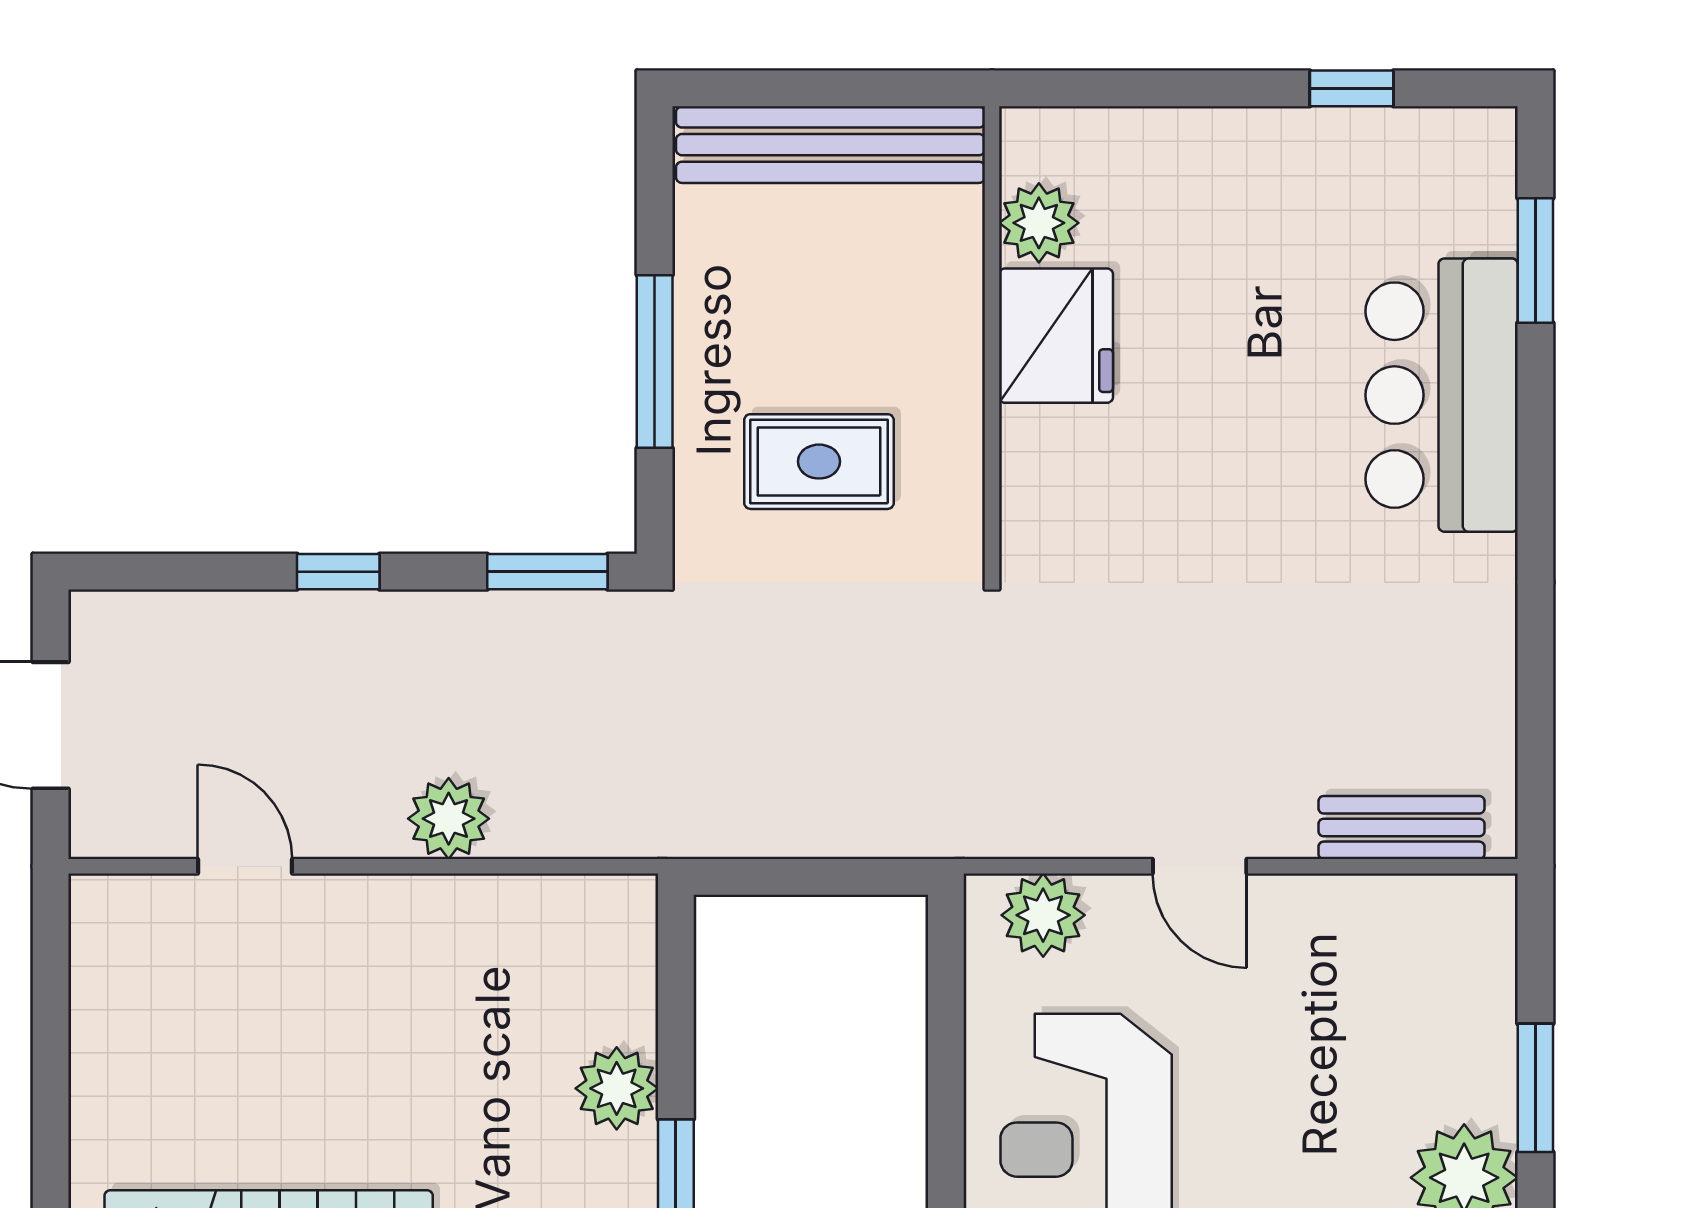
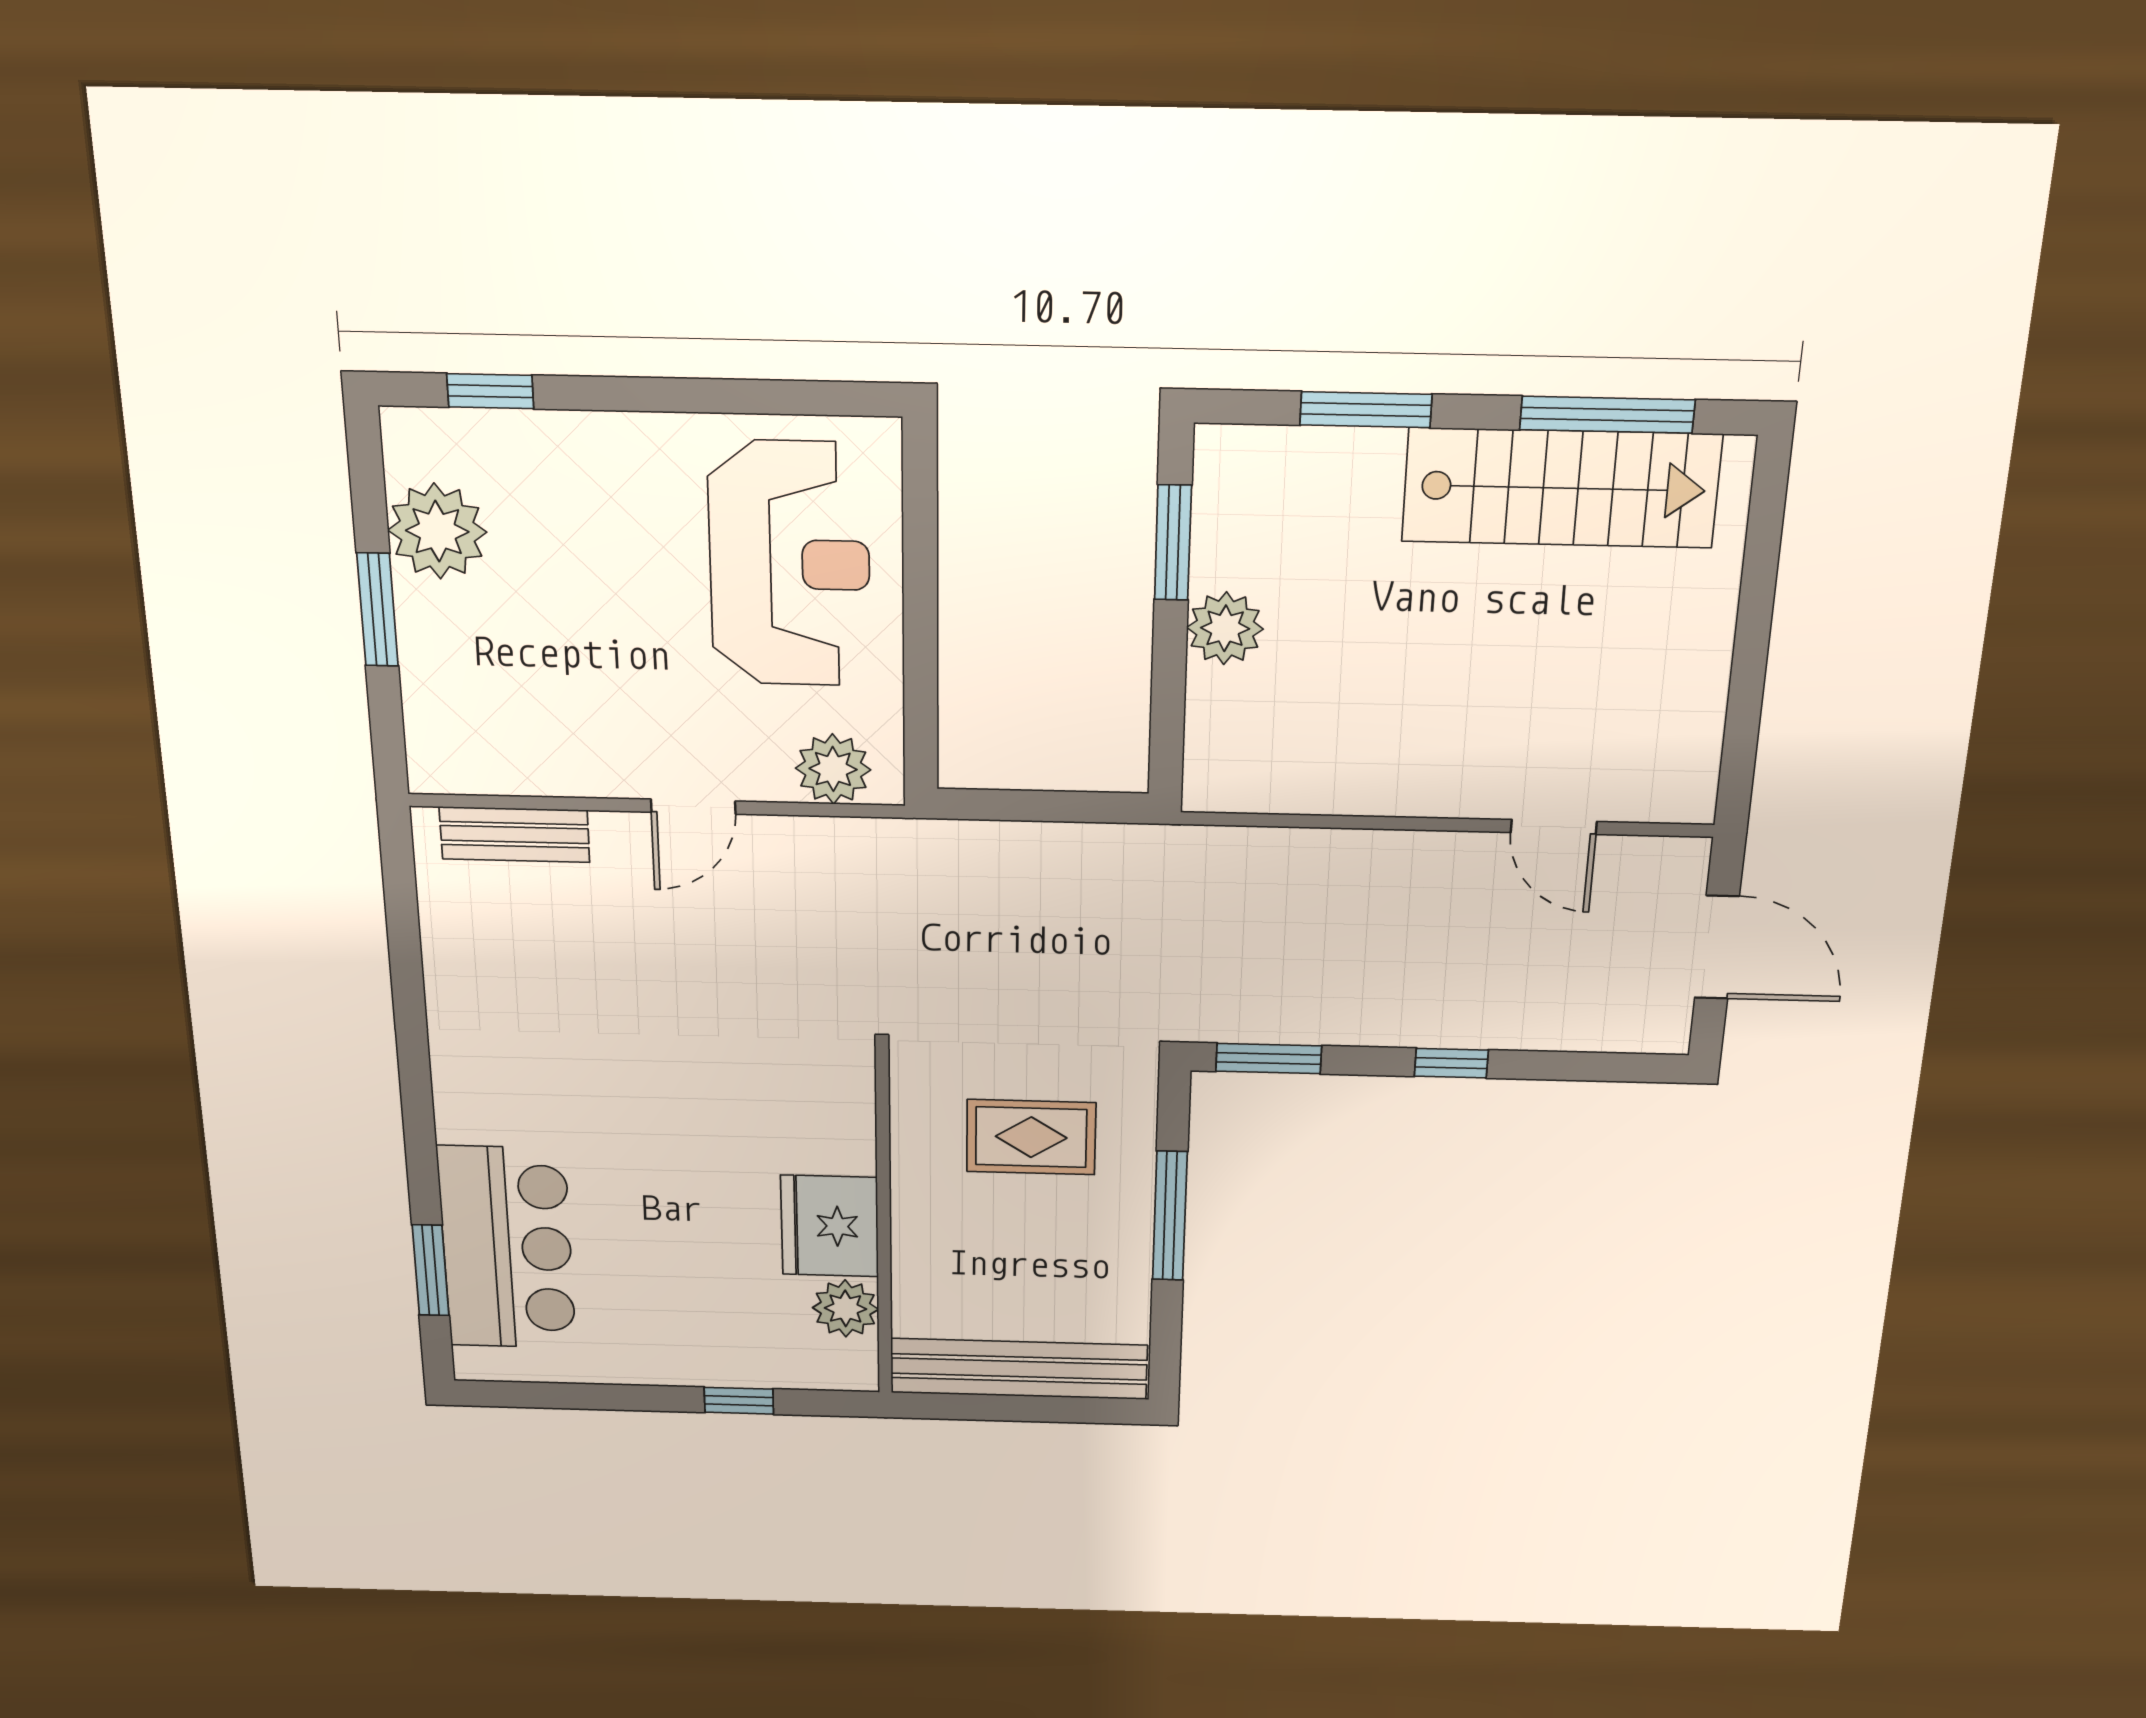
window: (1352, 88) -> (739, 1401), moved
bar counter: (1442, 395) -> (507, 1248), moved
plant: (449, 819) -> (1367, 862), removed
door: (1200, 866) -> (693, 807), swing flipped

